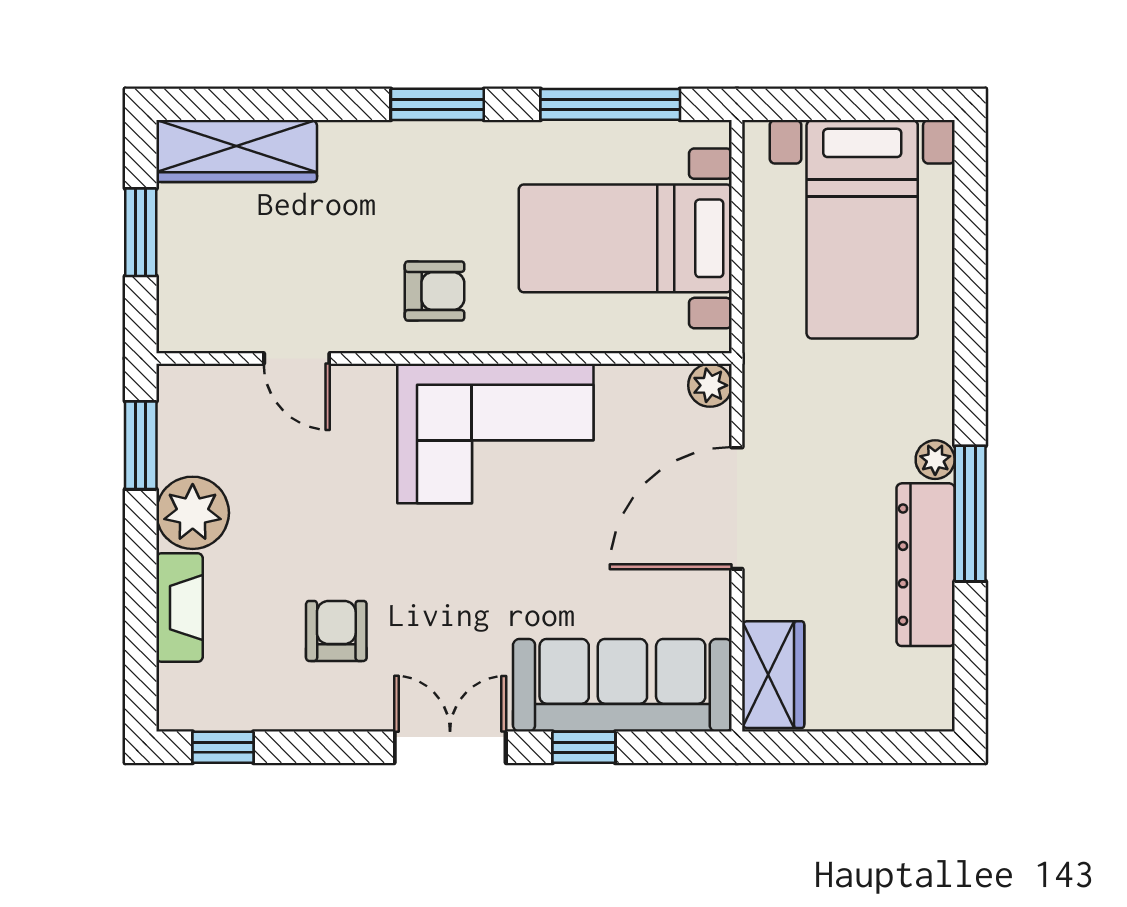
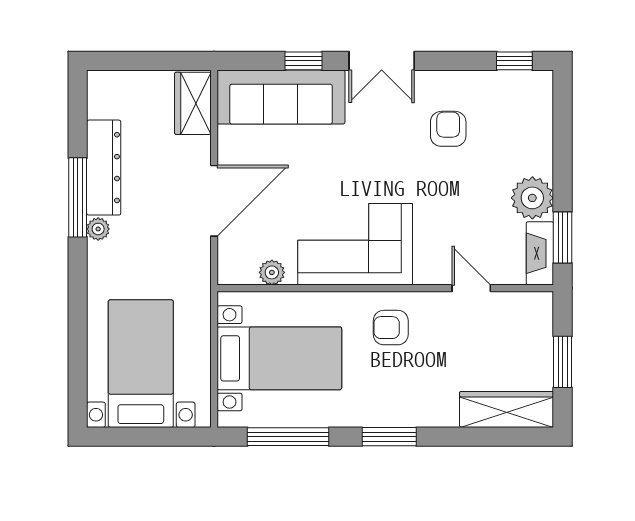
plant: (710, 385) -> (272, 272), moved
fireplace: (179, 608) -> (540, 253), moved
armchair: (336, 631) -> (448, 129), turned 180

